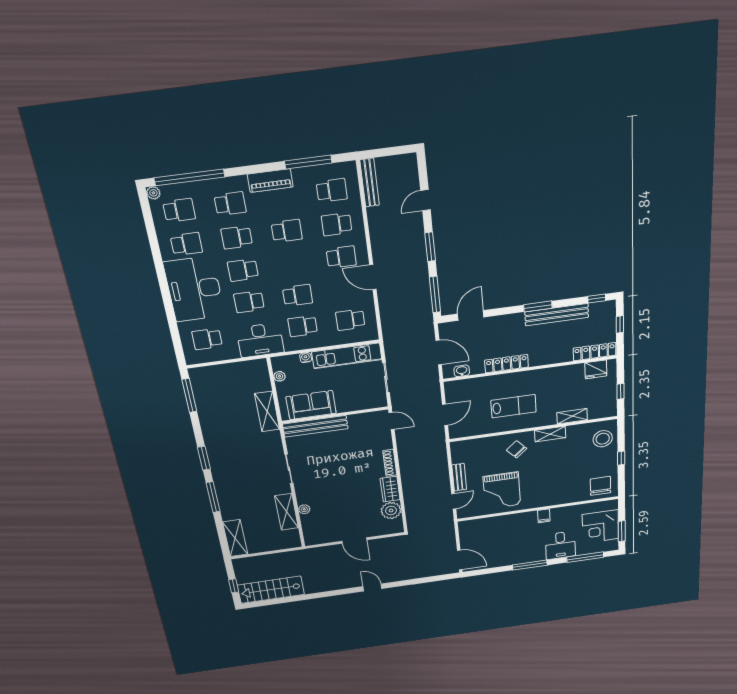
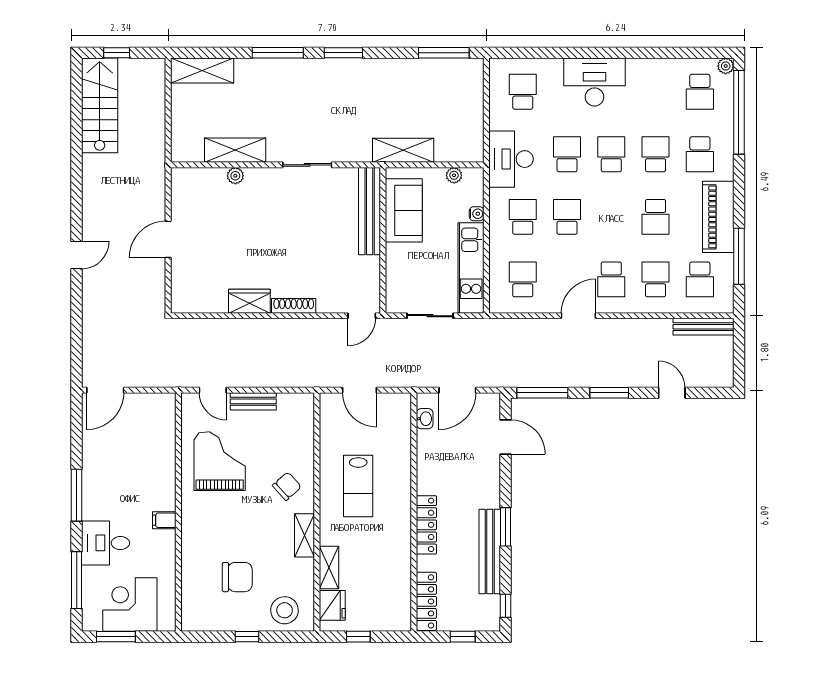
piano: (270, 181) -> (718, 217), width x1.37, depth x1.33
school desk: (186, 244) -> (656, 92), removed
desk: (194, 289) -> (594, 82), width x0.73, depth x0.77
school desk: (298, 295) -> (567, 217), turned 180
locker: (507, 364) -> (426, 525), moved
fridge: (596, 369) -> (332, 605), moved, turned 180
chair: (600, 486) -> (237, 577), moved
grand piano: (502, 491) -> (220, 461), turned 90
plant: (391, 510) -> (212, 298), removed

